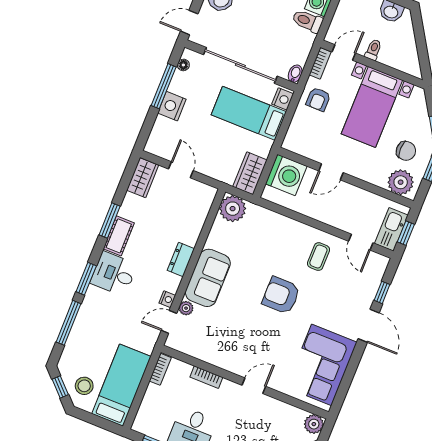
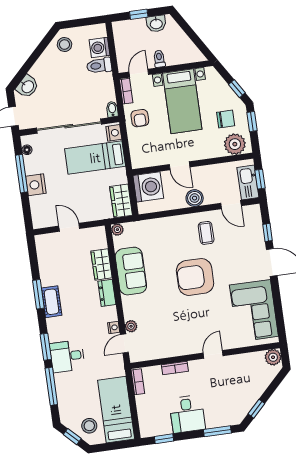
door: (331, 172) -> (180, 166), hinge flipped
wardrobe: (143, 178) -> (101, 264), moved, turned 180
plant: (233, 209) -> (117, 230), width x0.53, depth x0.53
boiler: (327, 214) -> (195, 198), added
desk: (114, 274) -> (67, 356), moved
sofa: (208, 278) -> (131, 271), moved
armchair: (281, 295) -> (195, 277), width x1.36, depth x1.36

